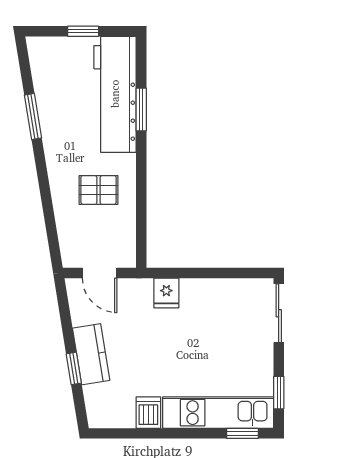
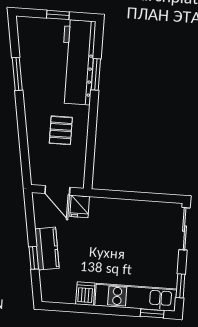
pallet: (98, 190) -> (61, 130), turned 90
fridge: (166, 293) -> (80, 206), moved

